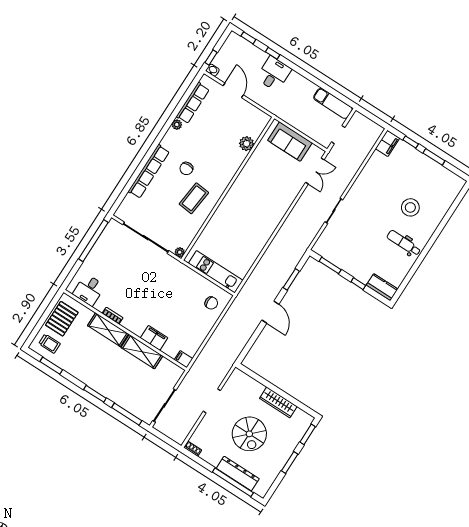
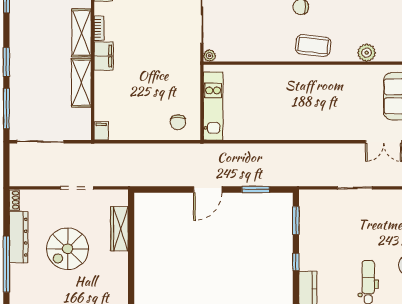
coffee table: (194, 198) -> (313, 46), moved
filing cabinet: (154, 338) -> (104, 56), moved
wardrobe: (278, 402) -> (119, 229), moved
dresser: (238, 474) -> (19, 237), moved

